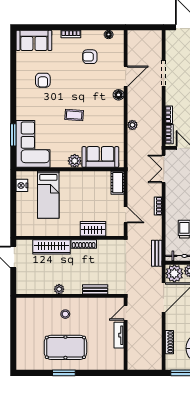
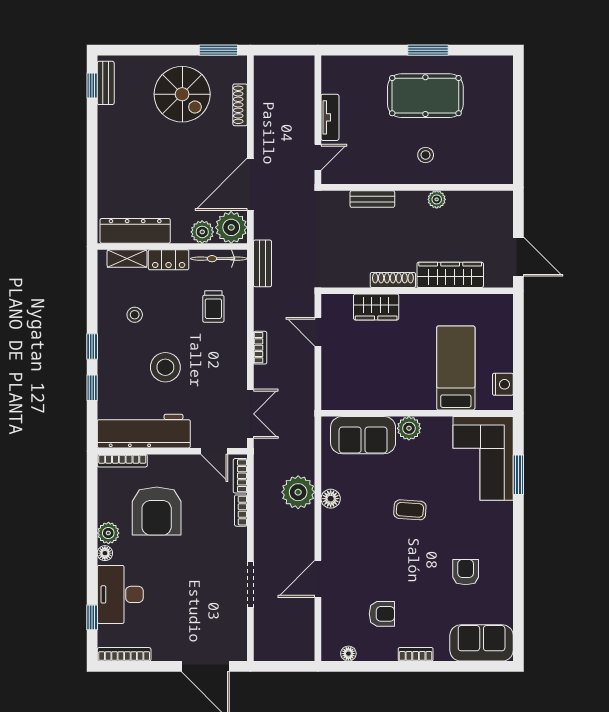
floor lamp: (119, 95) -> (331, 499), moved
plant: (132, 125) -> (298, 492), width x1.87, depth x1.87
cot: (118, 183) -> (332, 389), removed

